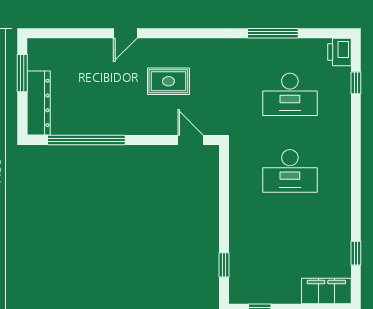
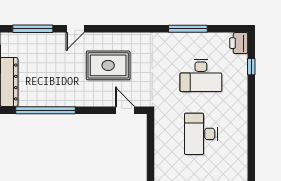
window: (70, 33) -> (33, 29), added
rug: (168, 81) -> (108, 65), width x1.36, depth x1.43
desk: (290, 171) -> (201, 134), turned 90

